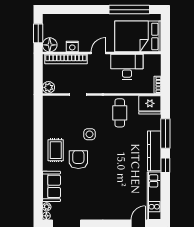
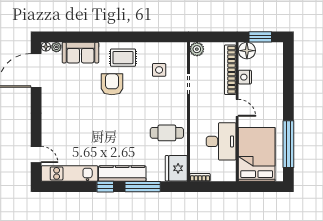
side table: (89, 134) -> (159, 70), moved
armchair: (78, 160) -> (112, 84), turned -90

